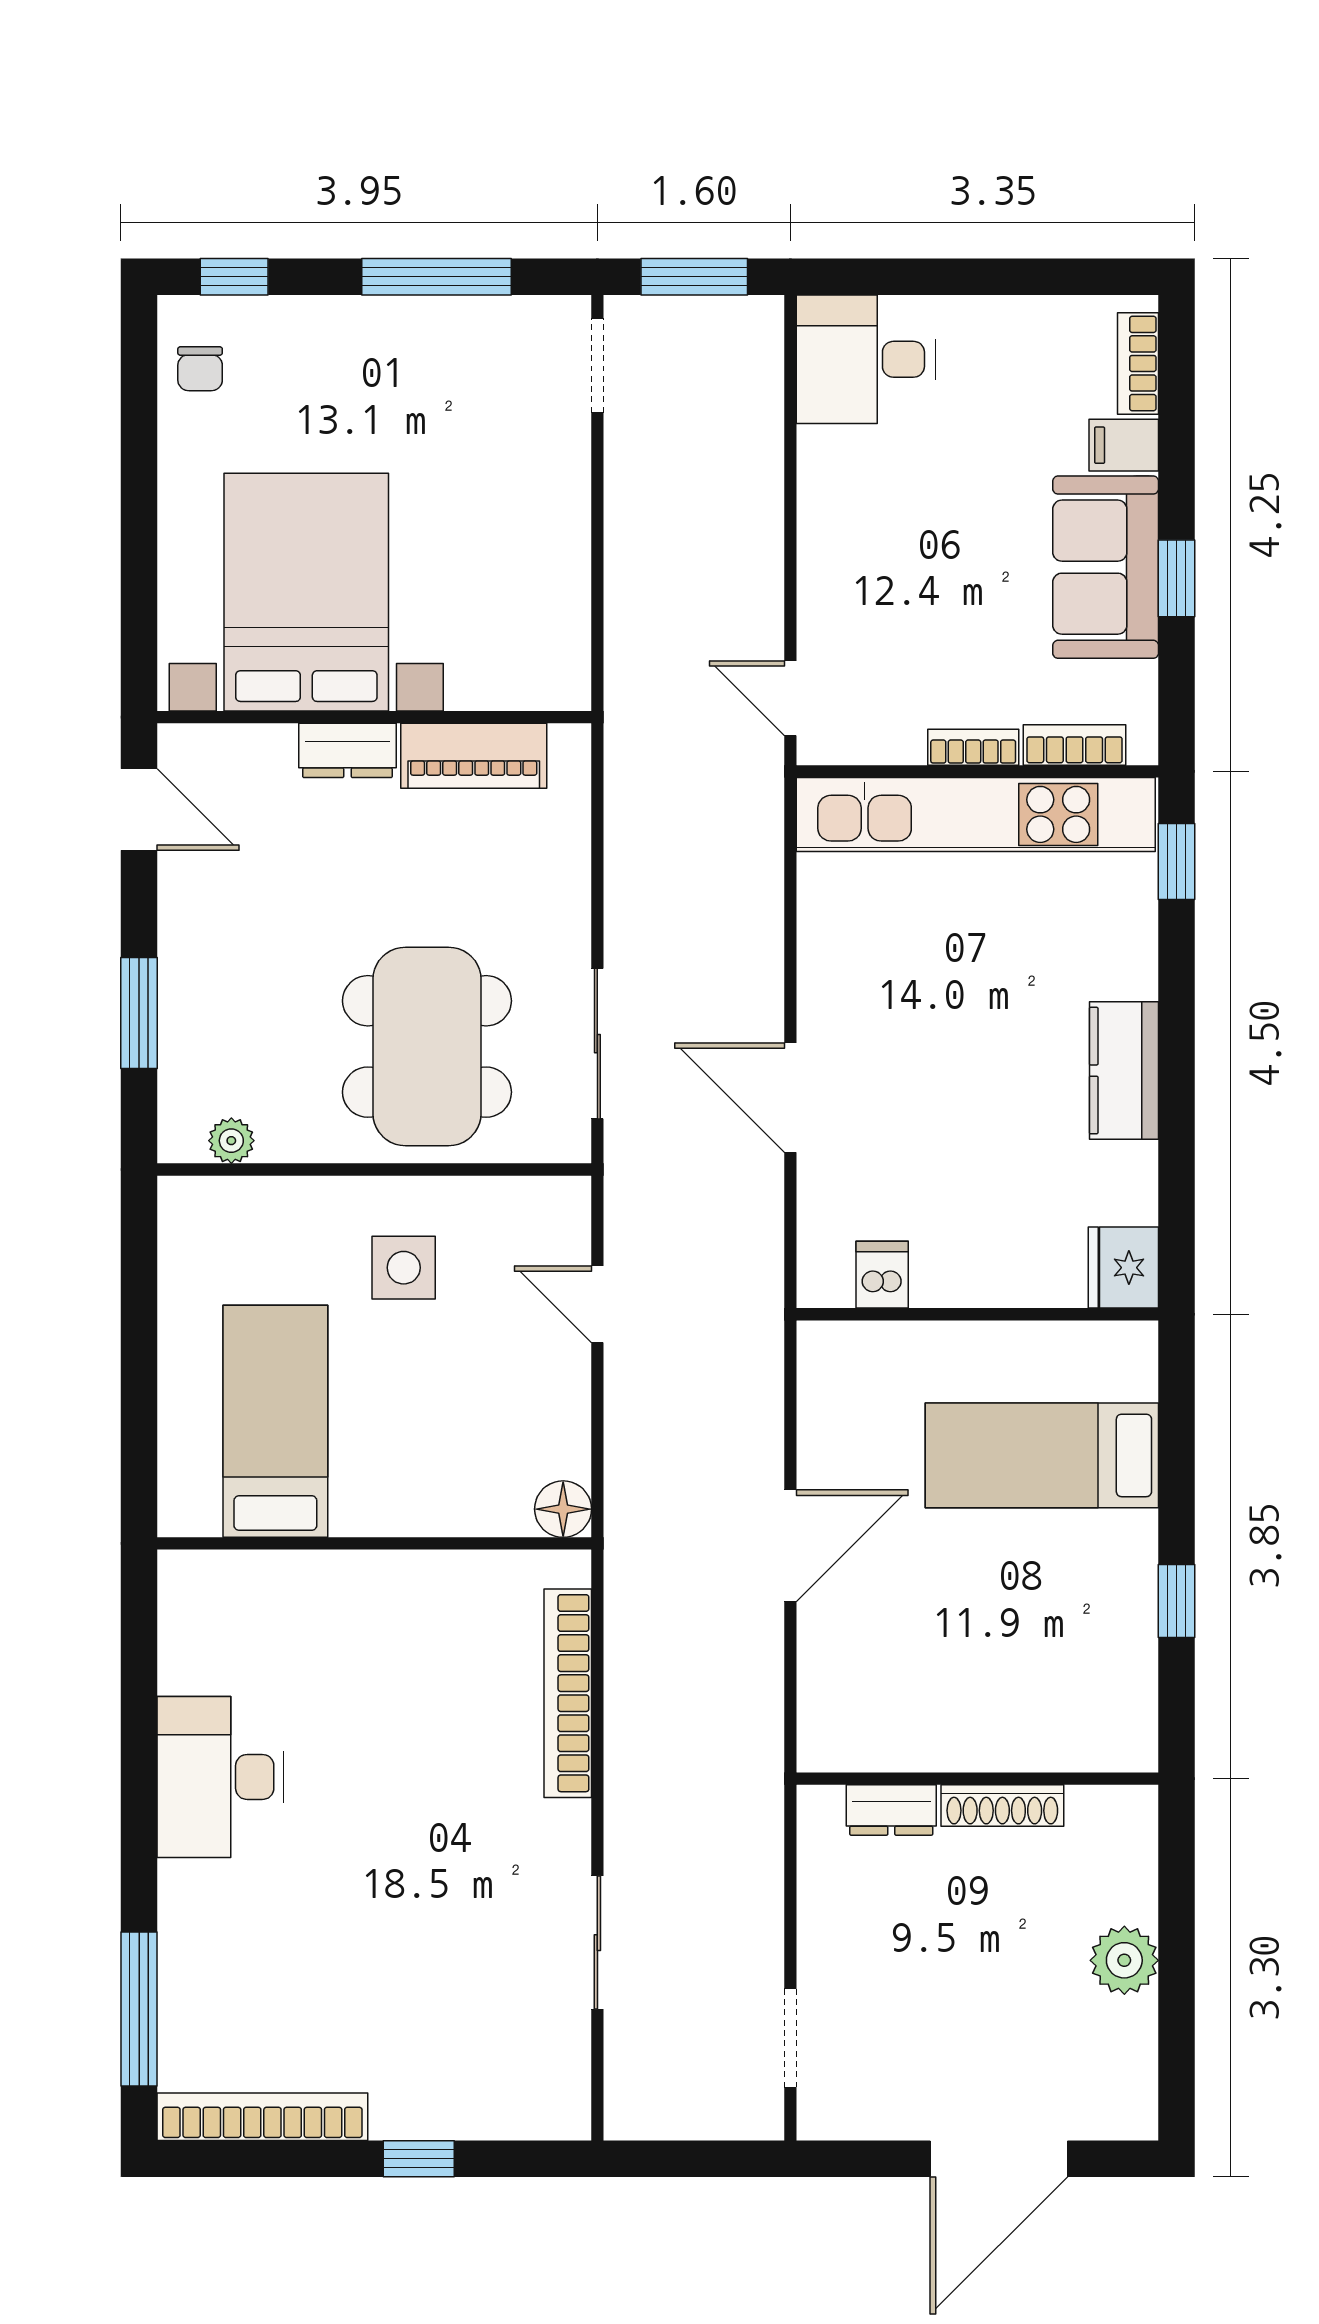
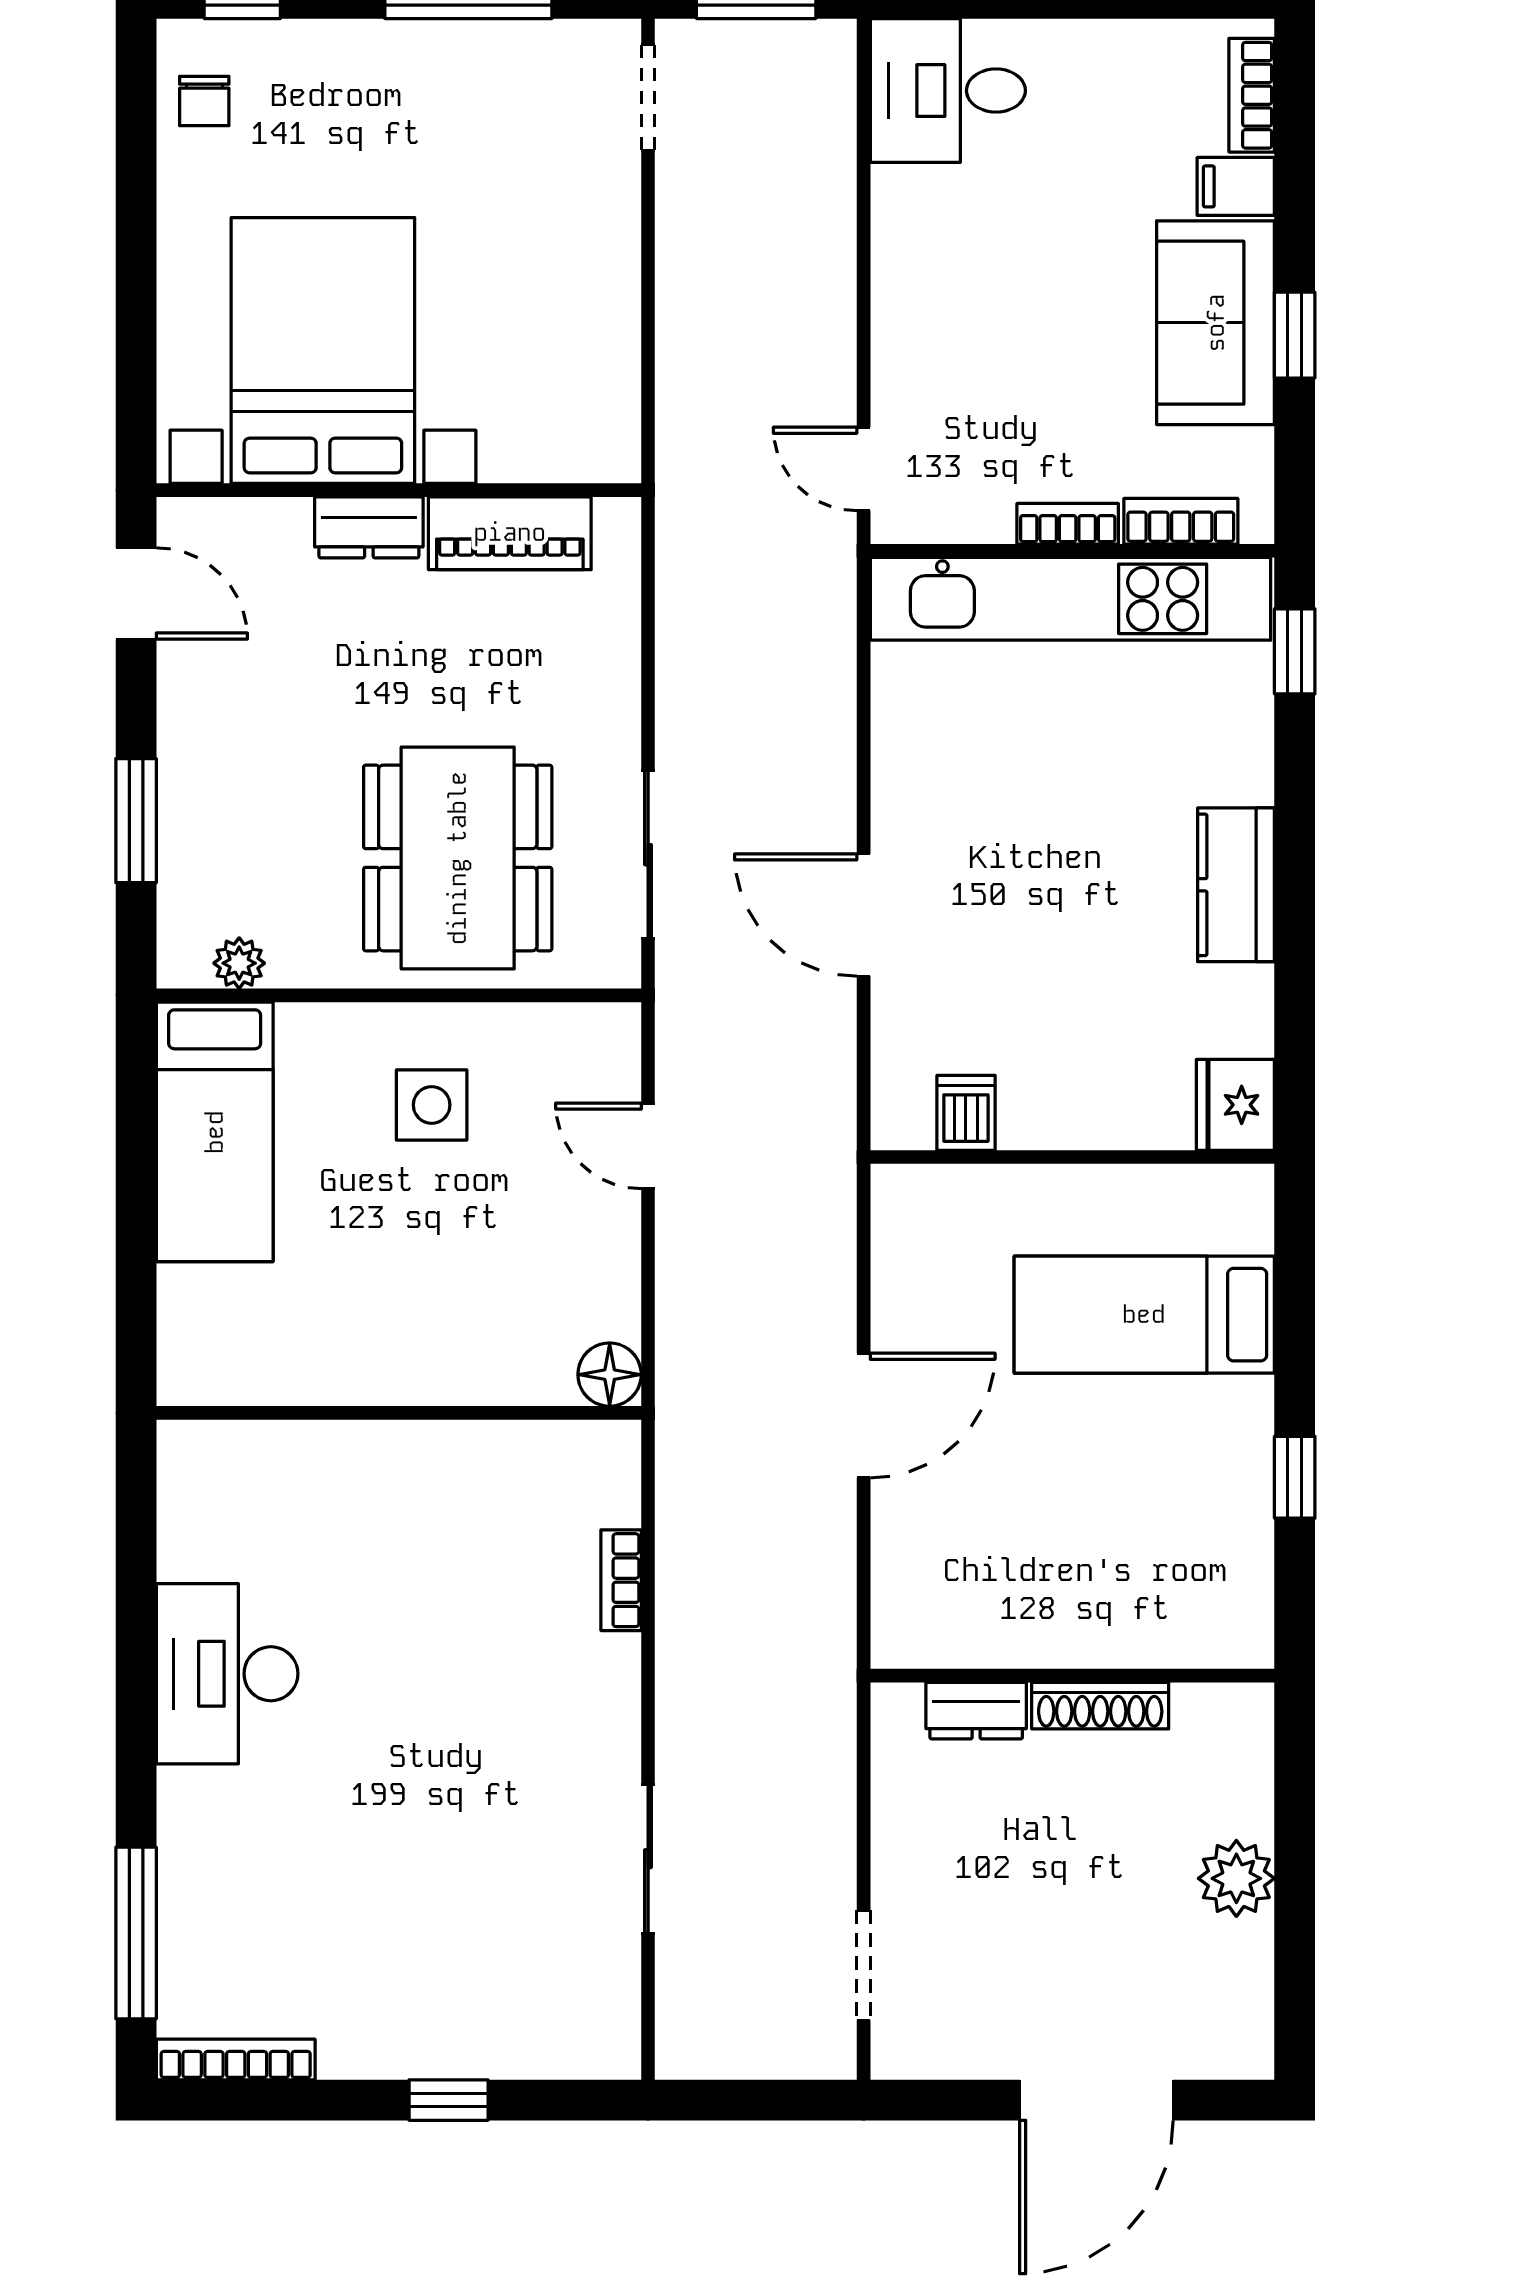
bed: (275, 1421) -> (215, 1132), moved, turned 180
bookcase: (568, 1693) -> (621, 1580), width x0.43, depth x0.76
bookcase: (262, 2117) -> (236, 2060), width x0.68, depth x0.76

